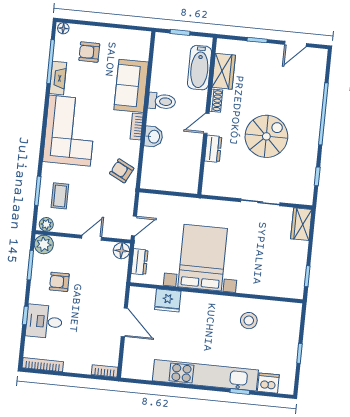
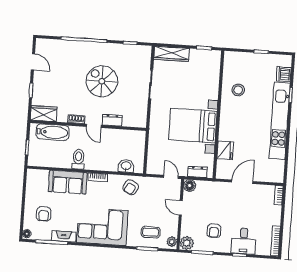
wardrobe: (224, 71) -> (44, 114), moved
washbasin: (153, 137) -> (126, 166), moved
wardrobe: (301, 224) -> (172, 54), width x1.50

